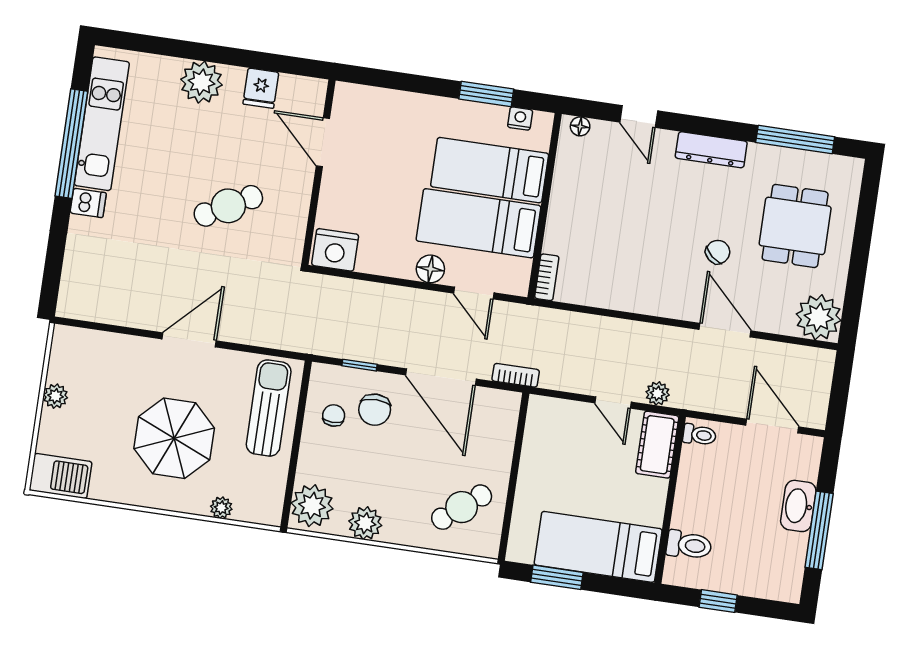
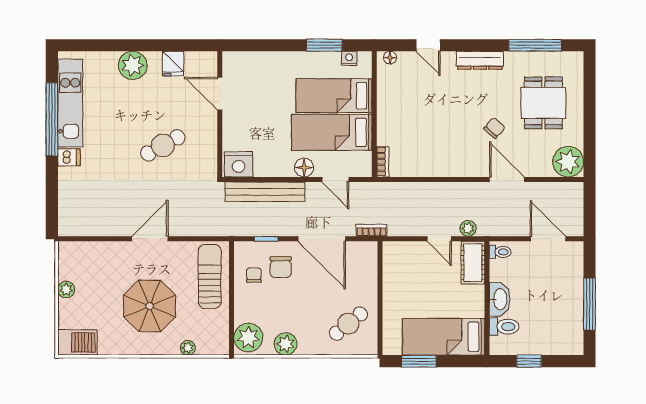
bench: (368, 296) -> (265, 192), added
washbasin: (798, 506) -> (500, 299), moved, turned 180

